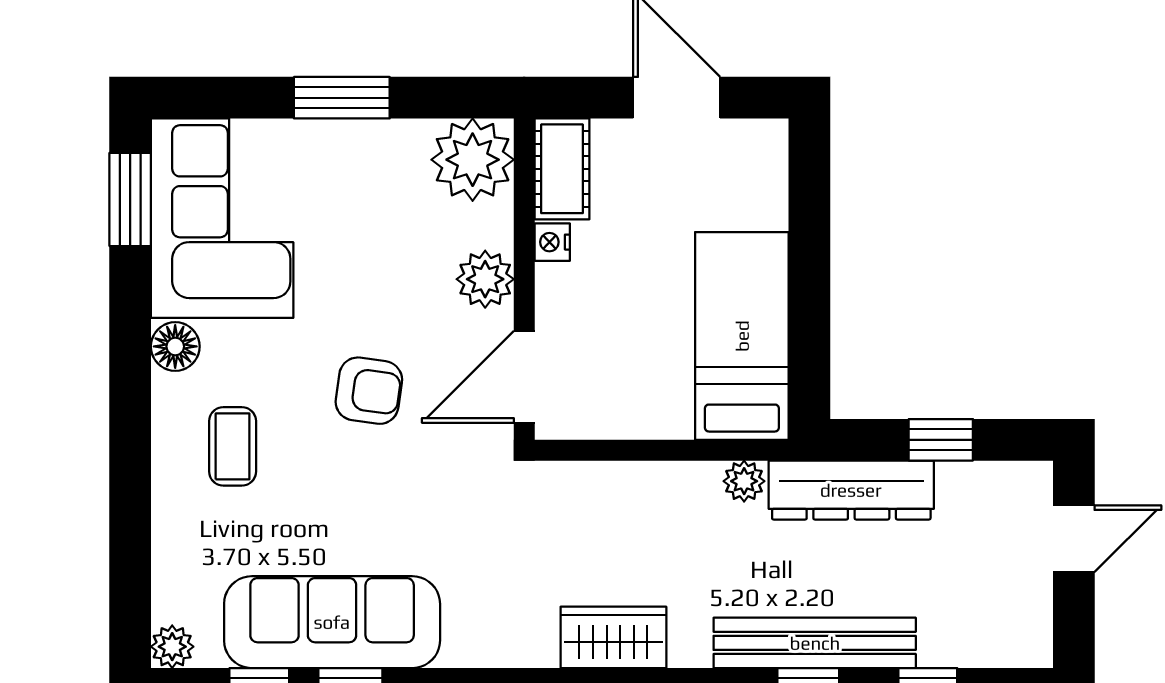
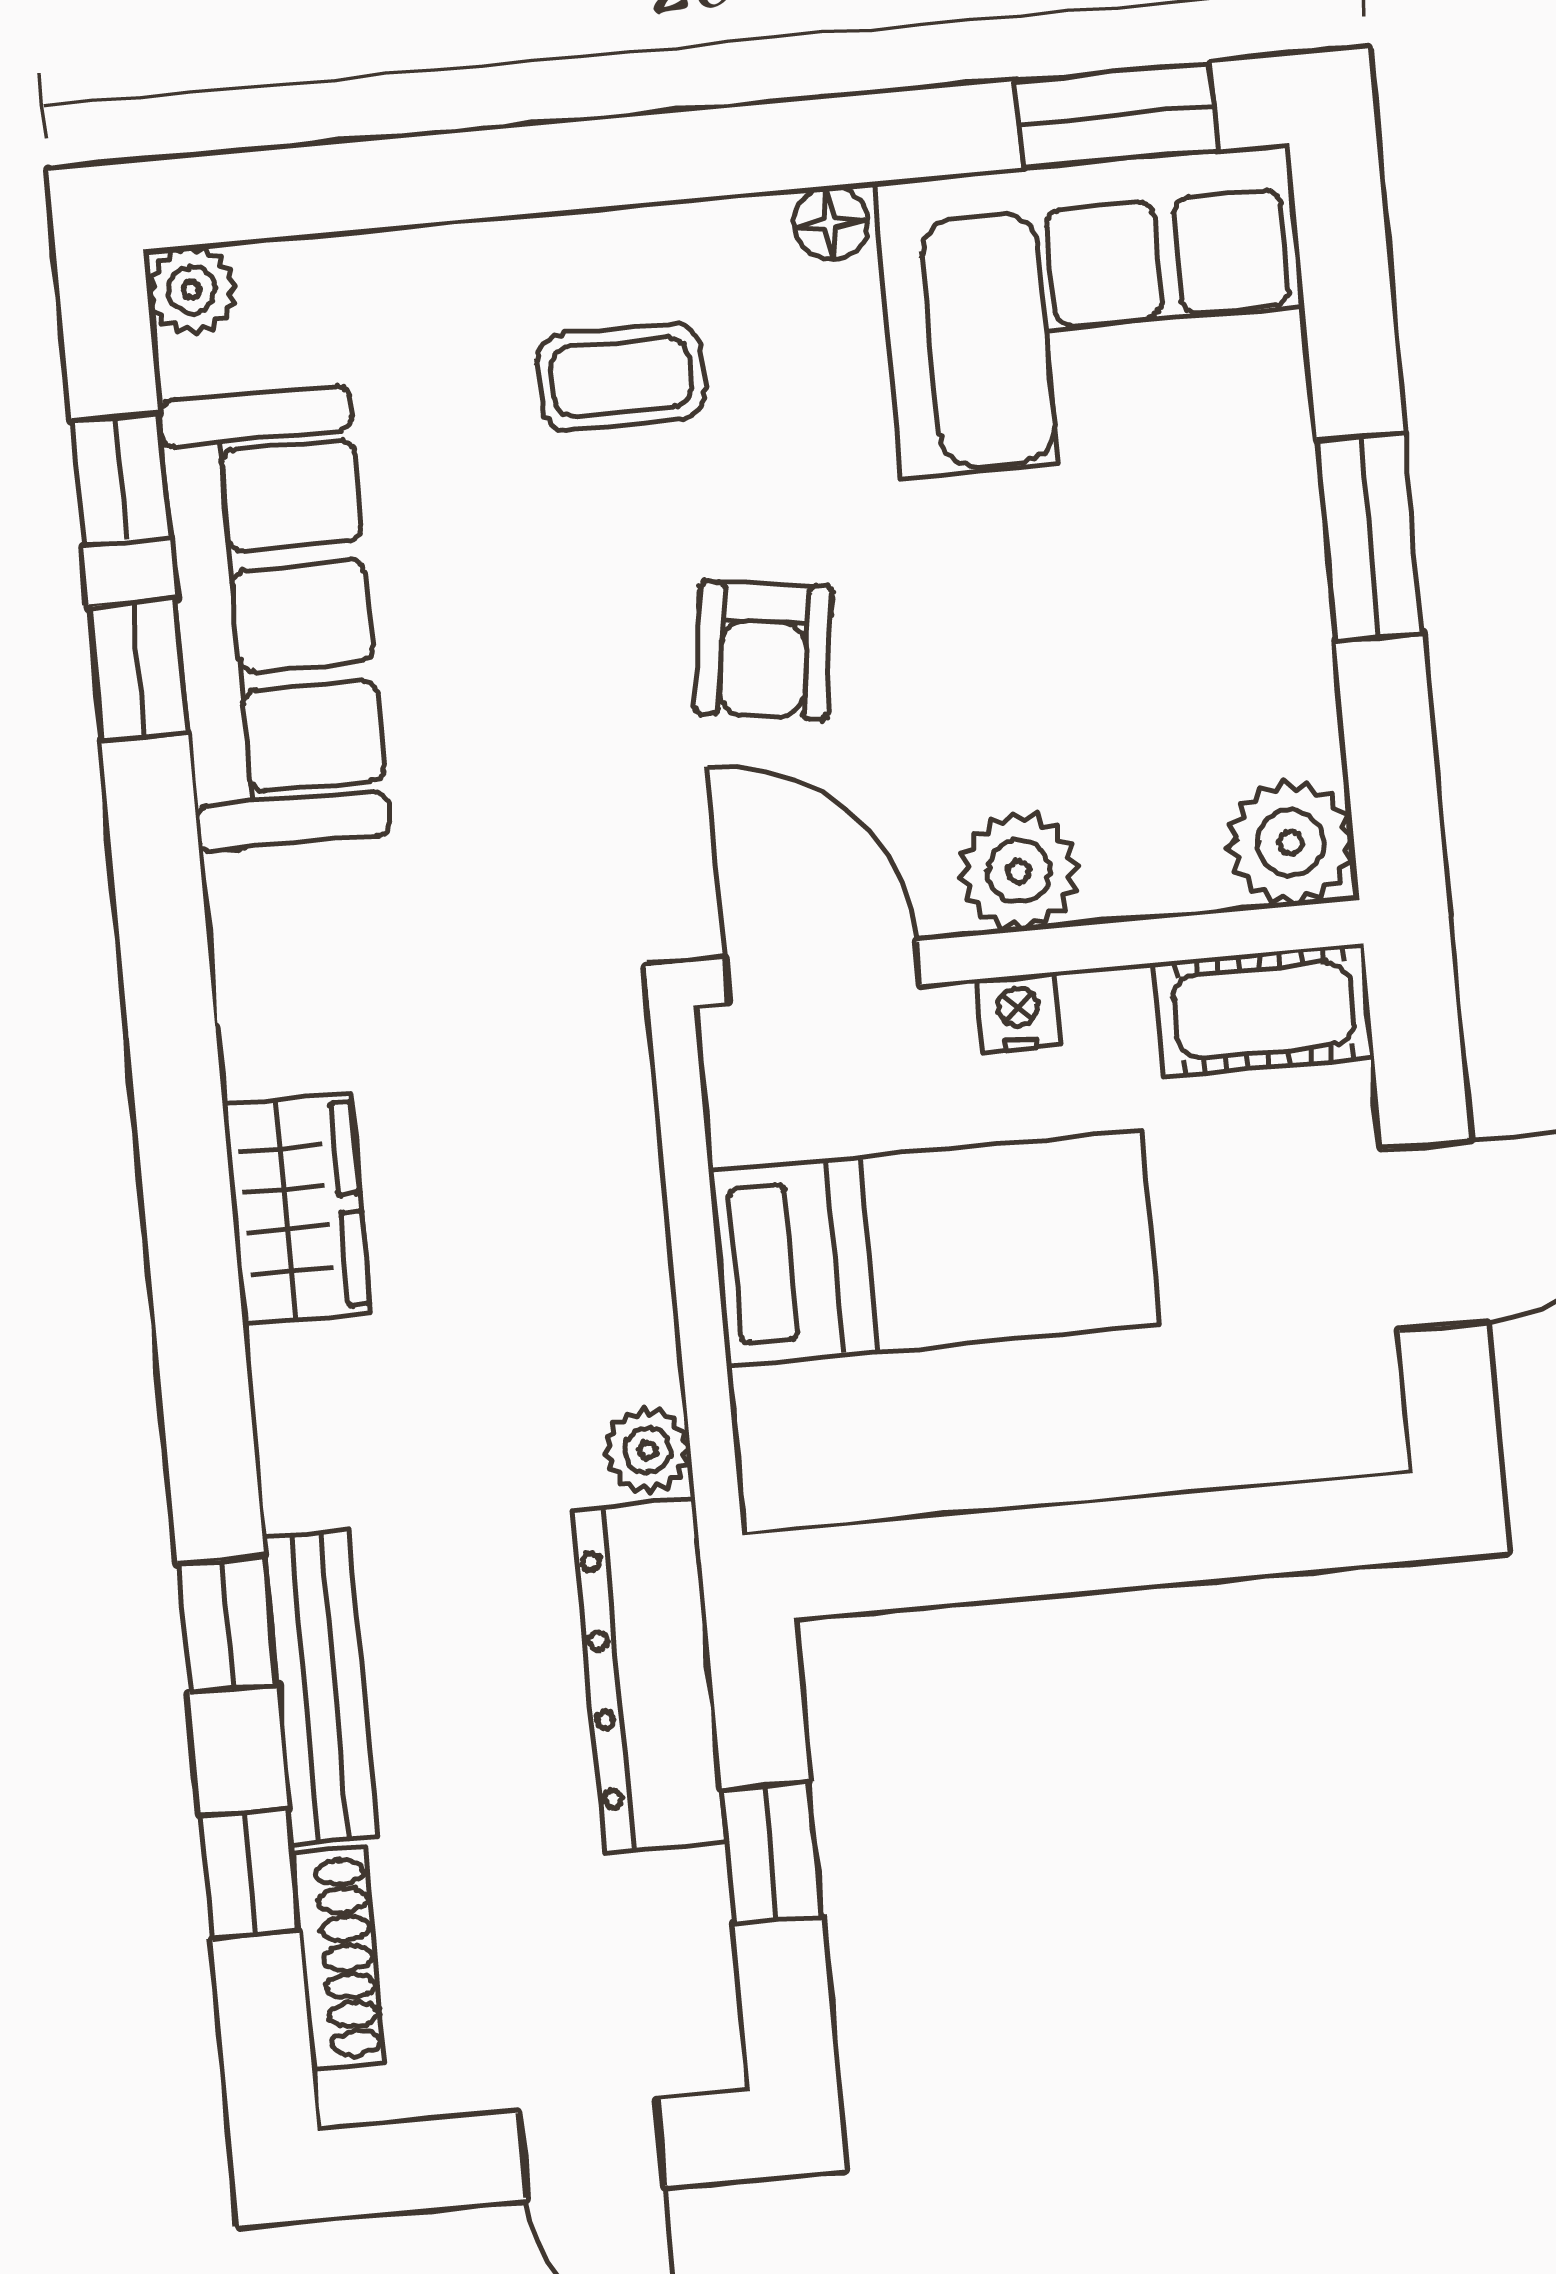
plant: (473, 160) -> (1291, 843), width x0.73, depth x0.73
nightstand: (552, 242) -> (1019, 1012), moved
bed: (742, 336) -> (934, 1248), moved
floor lamp: (175, 346) -> (831, 223), width x0.73, depth x0.73
bench: (815, 643) -> (320, 1686), width x0.73, depth x0.82
shoe rack: (972, 650) -> (339, 1958), added

